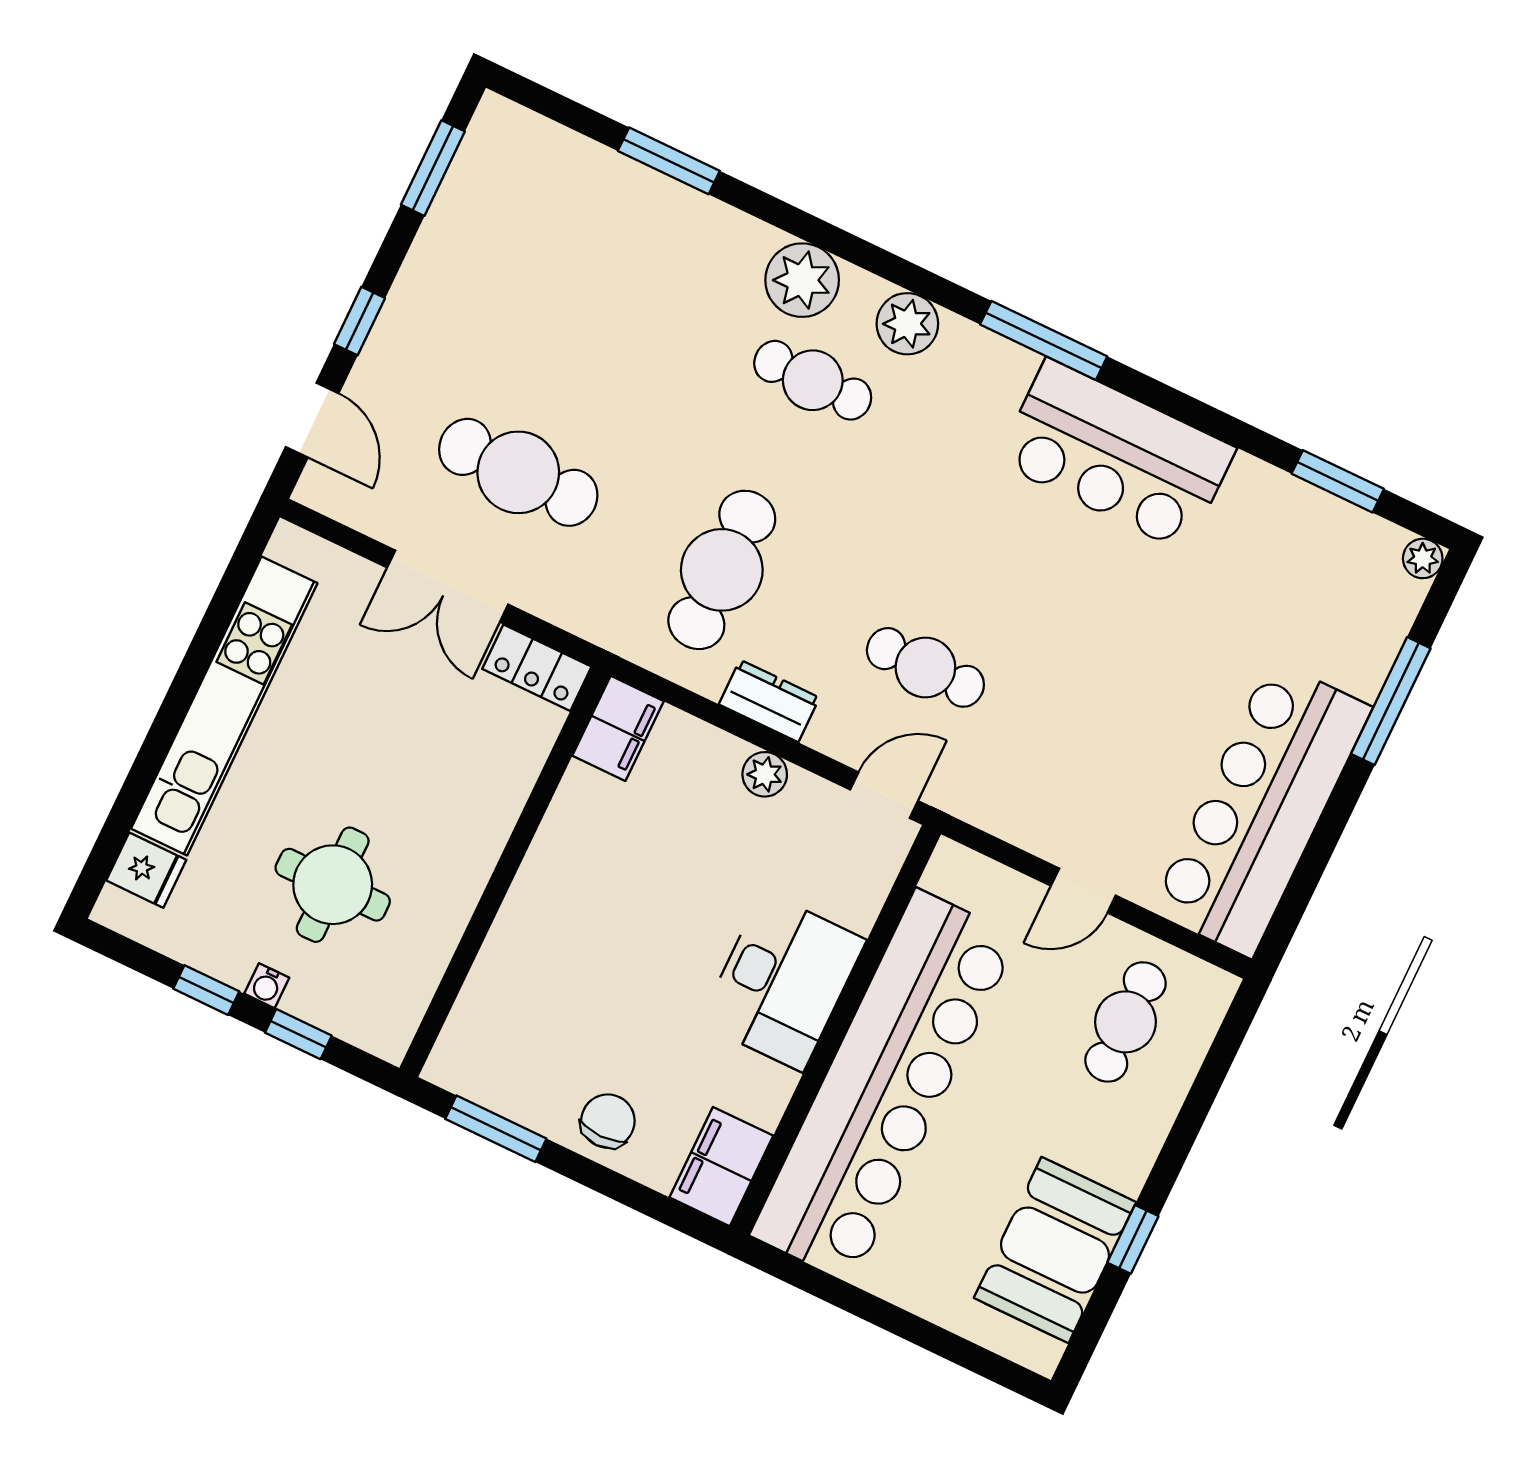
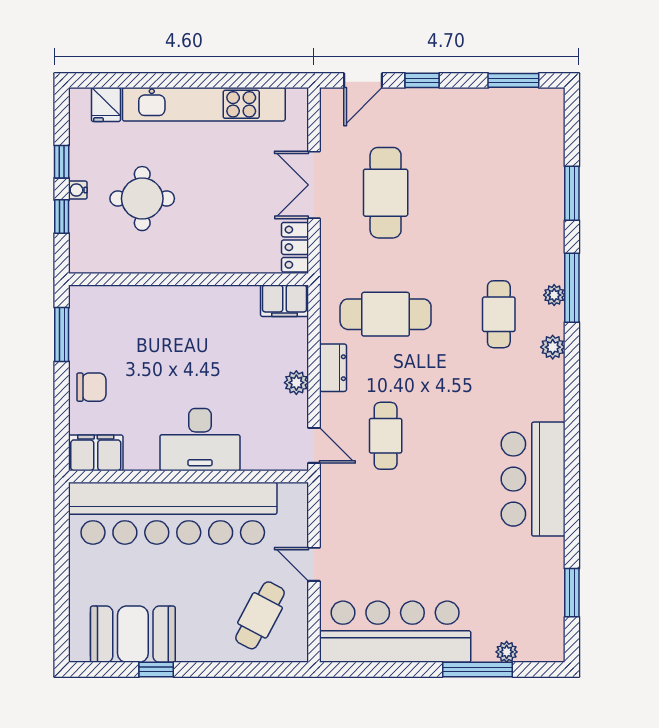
plant: (802, 280) -> (554, 295), width x0.53, depth x0.53
plant: (907, 324) -> (553, 347), width x0.73, depth x0.73
window: (1044, 340) -> (572, 288), moved
plant: (1423, 558) -> (507, 652), moved
cafe table: (1125, 1022) -> (260, 615), turned -62

